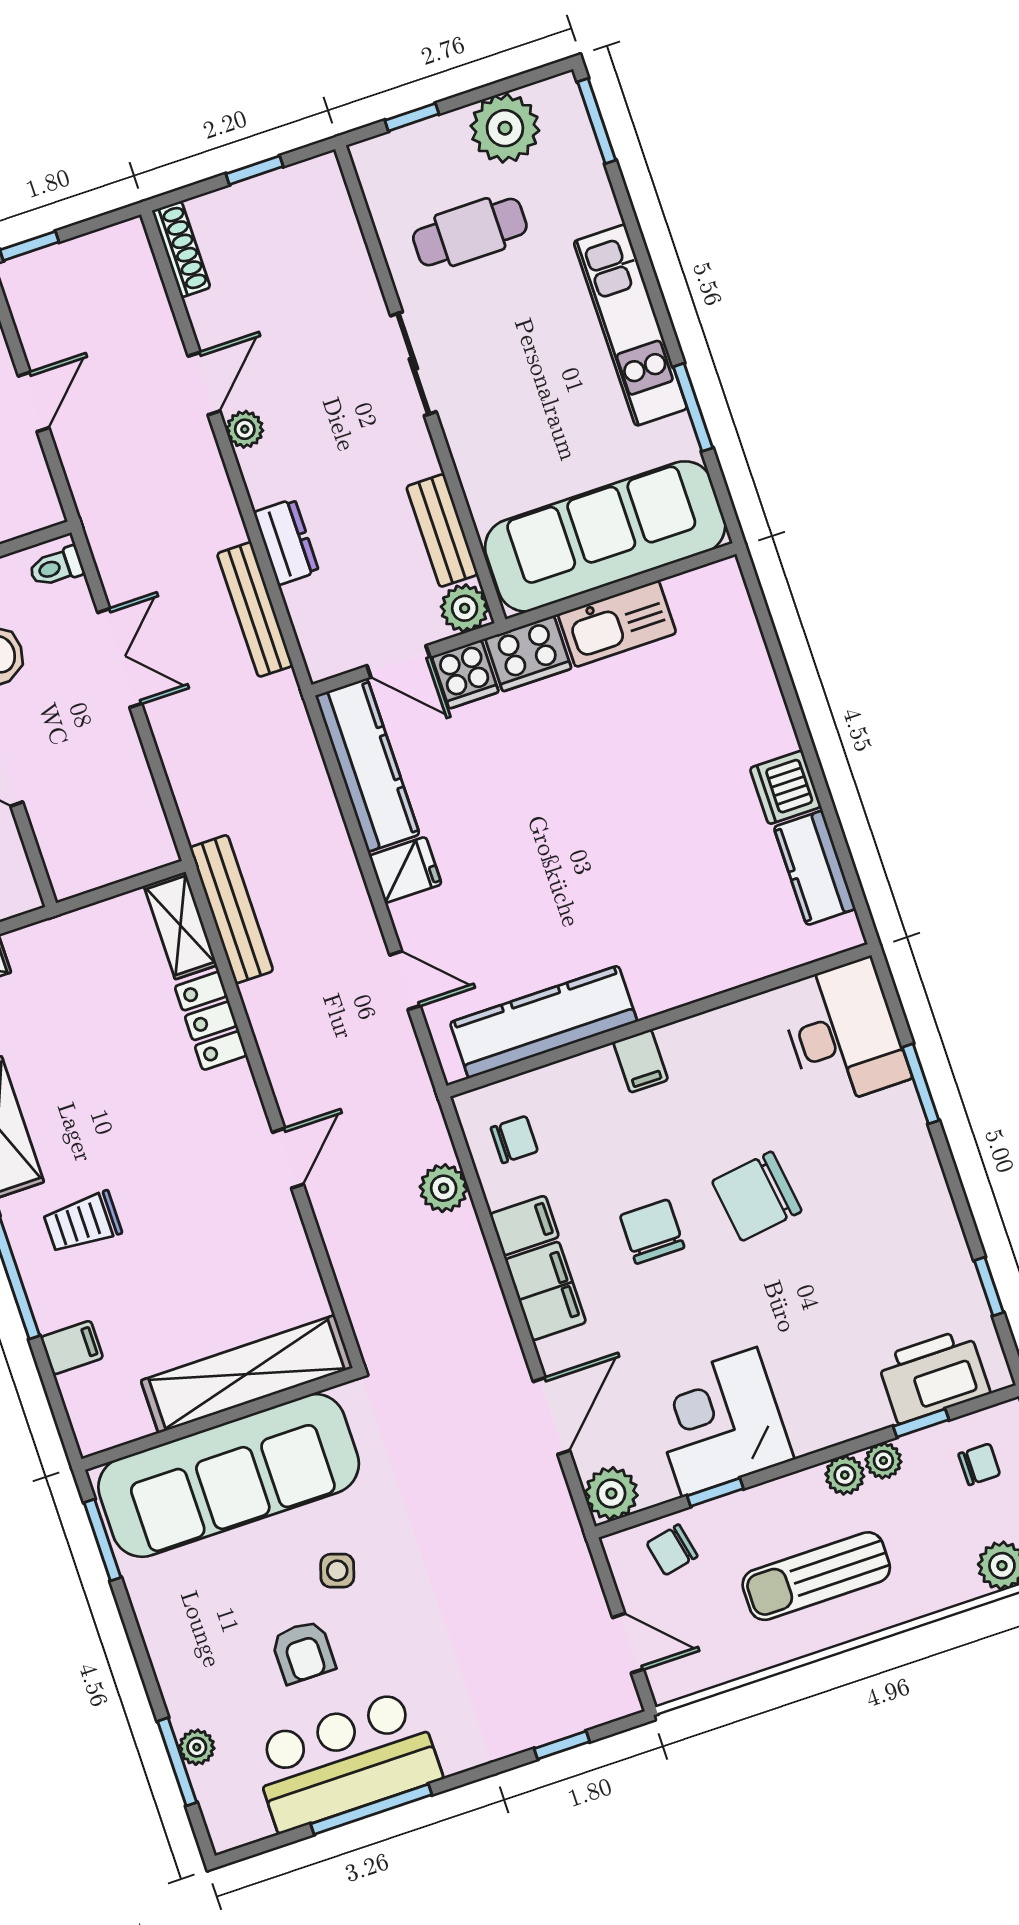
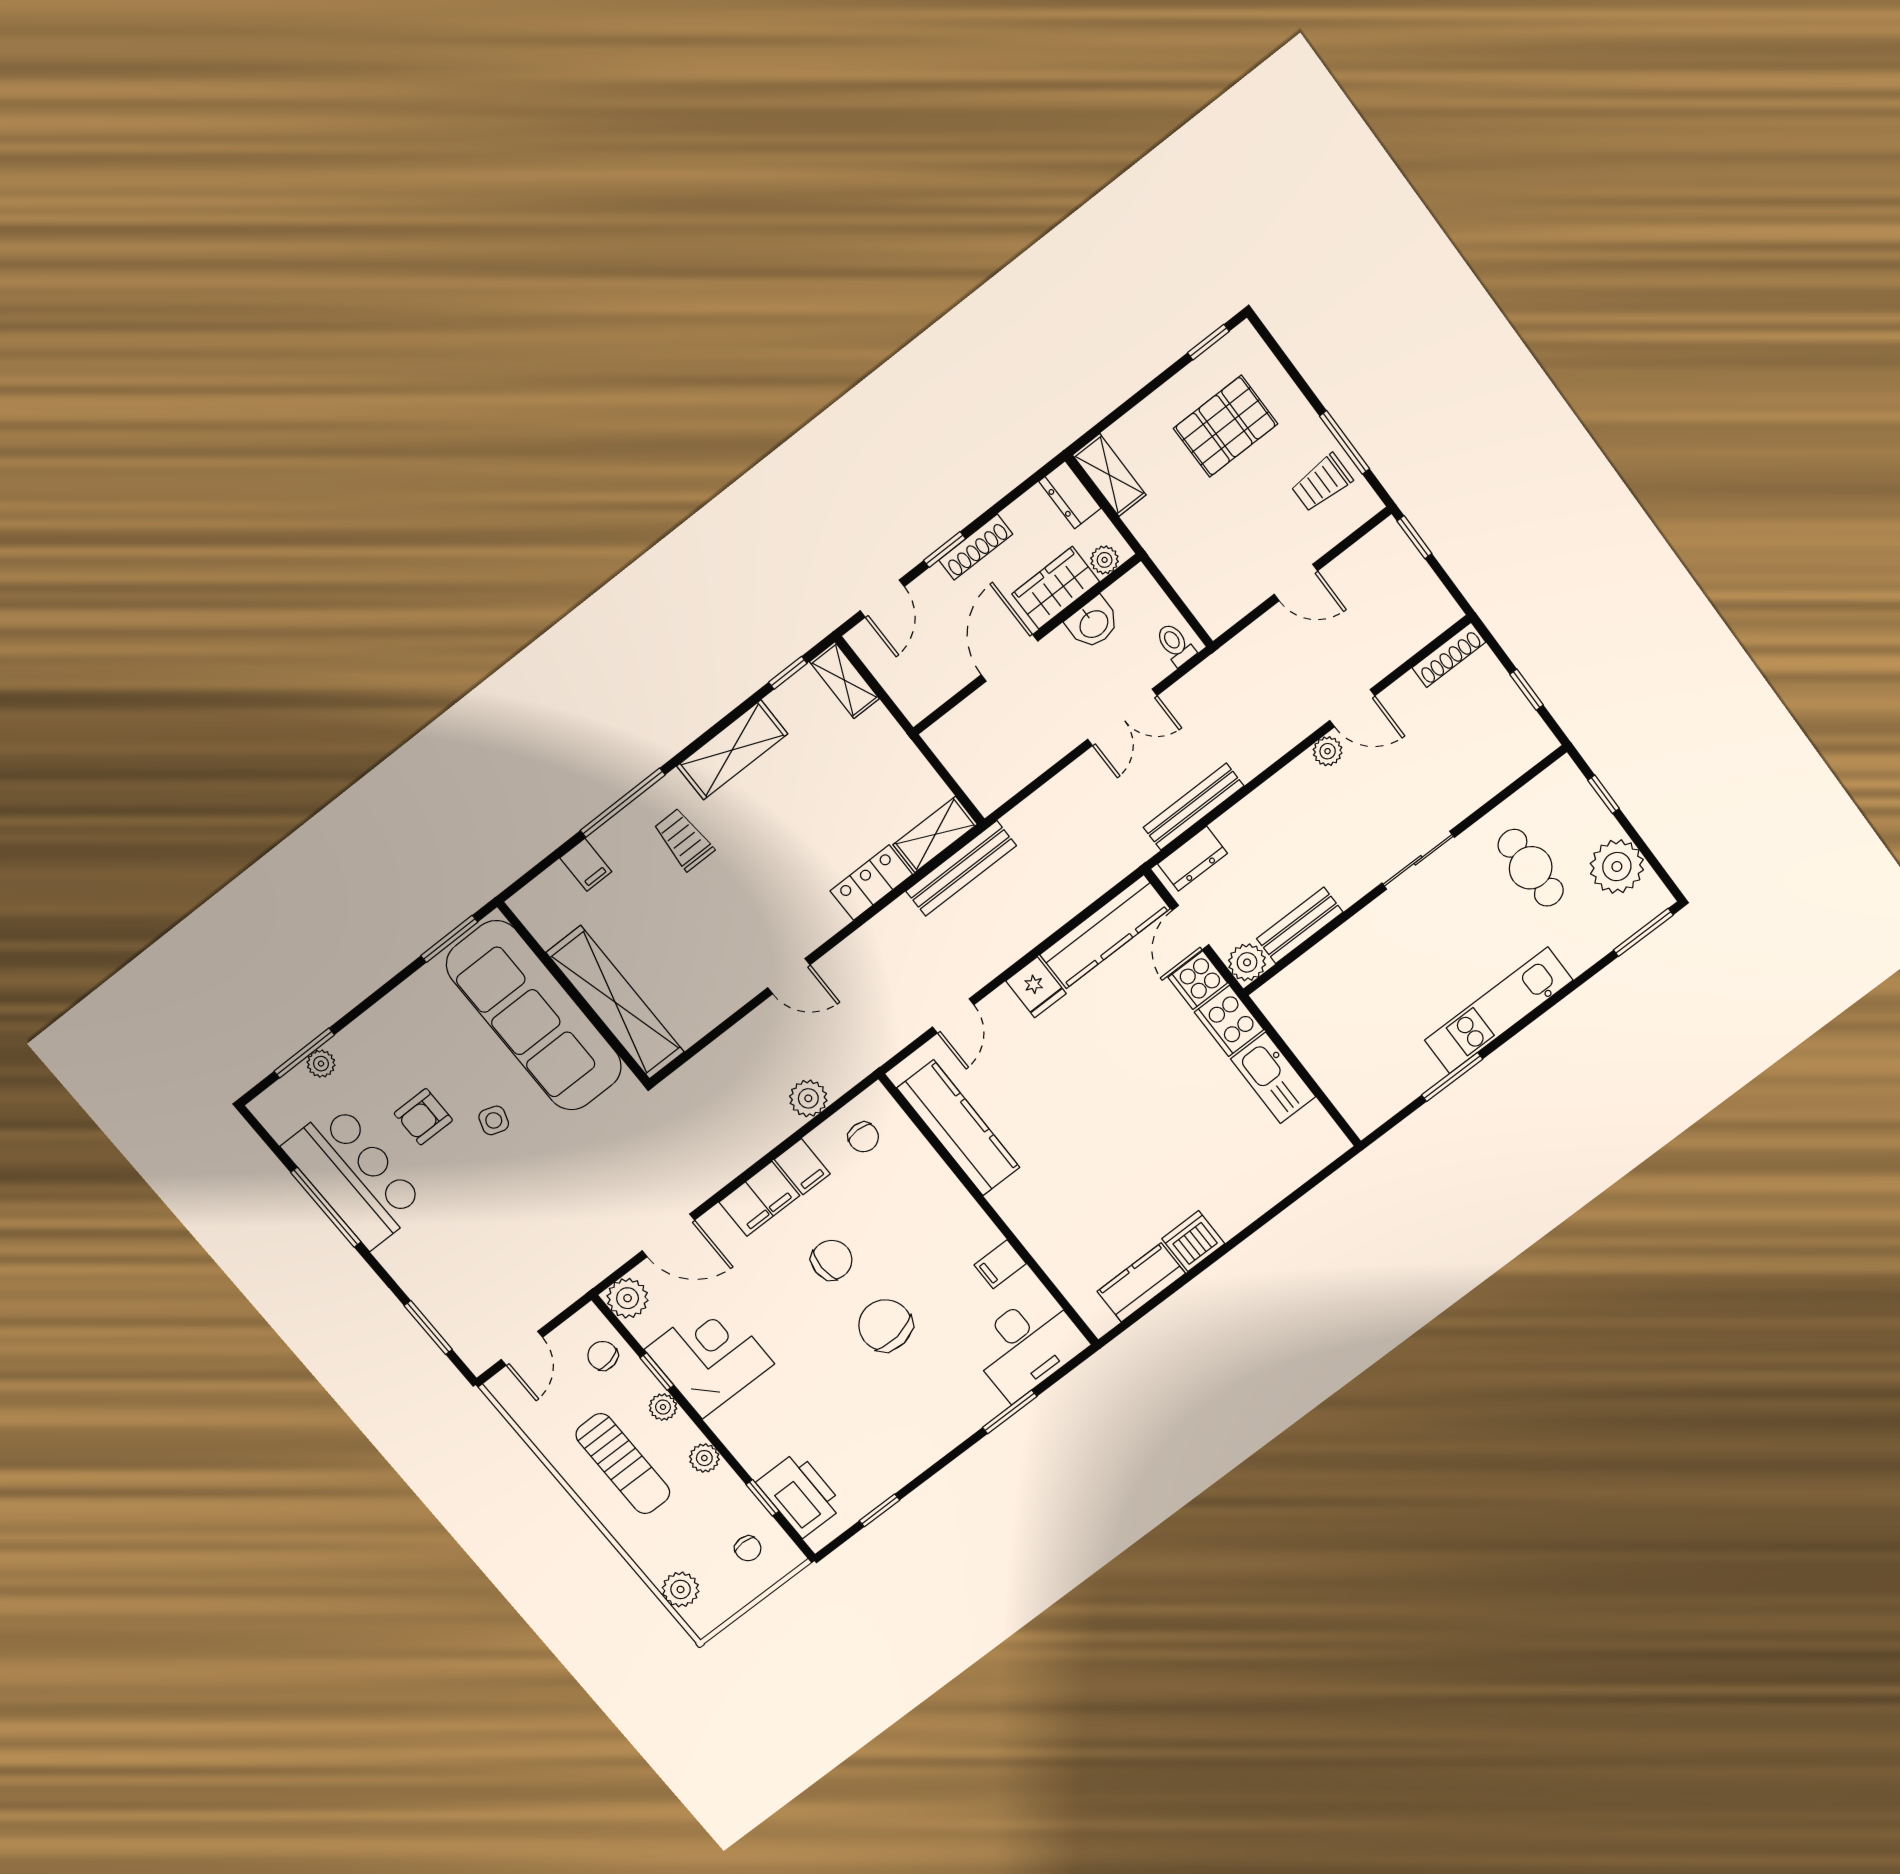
sofa: (605, 536) -> (1335, 1047), removed
dresser: (286, 542) -> (1192, 859), moved
filing cabinet: (641, 1061) -> (1000, 1264), moved
plant: (883, 1461) -> (663, 1407), moved
sun lounger: (816, 1576) -> (623, 1464), turned 180
window: (562, 1745) -> (428, 1328), width x1.50

